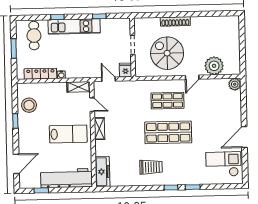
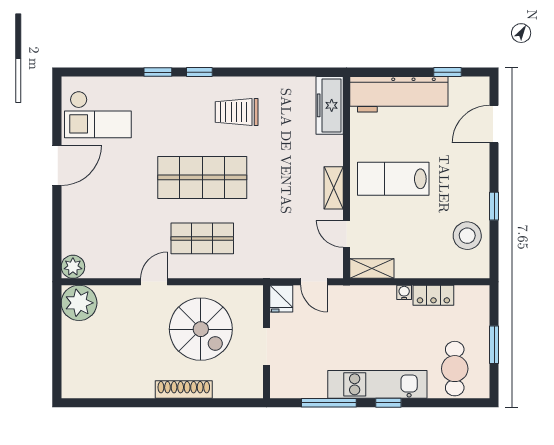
window: (99, 16) -> (329, 403), width x2.17
window: (57, 17) -> (388, 403), moved
plant: (214, 66) -> (79, 303), moved
locker: (40, 74) -> (433, 295), width x0.66

